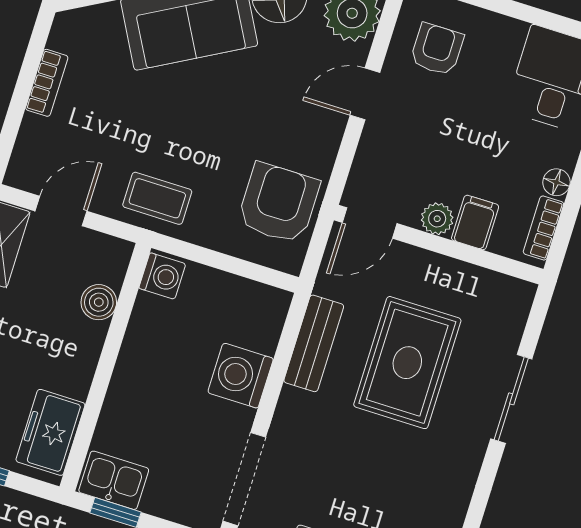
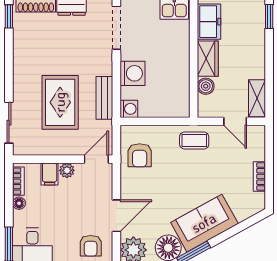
door: (365, 94) -> (116, 216), width x1.38
armchair: (278, 203) -> (140, 155), width x0.72, depth x0.72
door: (61, 211) -> (235, 121), hinge flipped
washing machine: (162, 276) -> (129, 109), moved, turned 180
wardrobe: (77, 357) -> (208, 59), added
sliding door: (511, 399) -> (9, 123), moved

